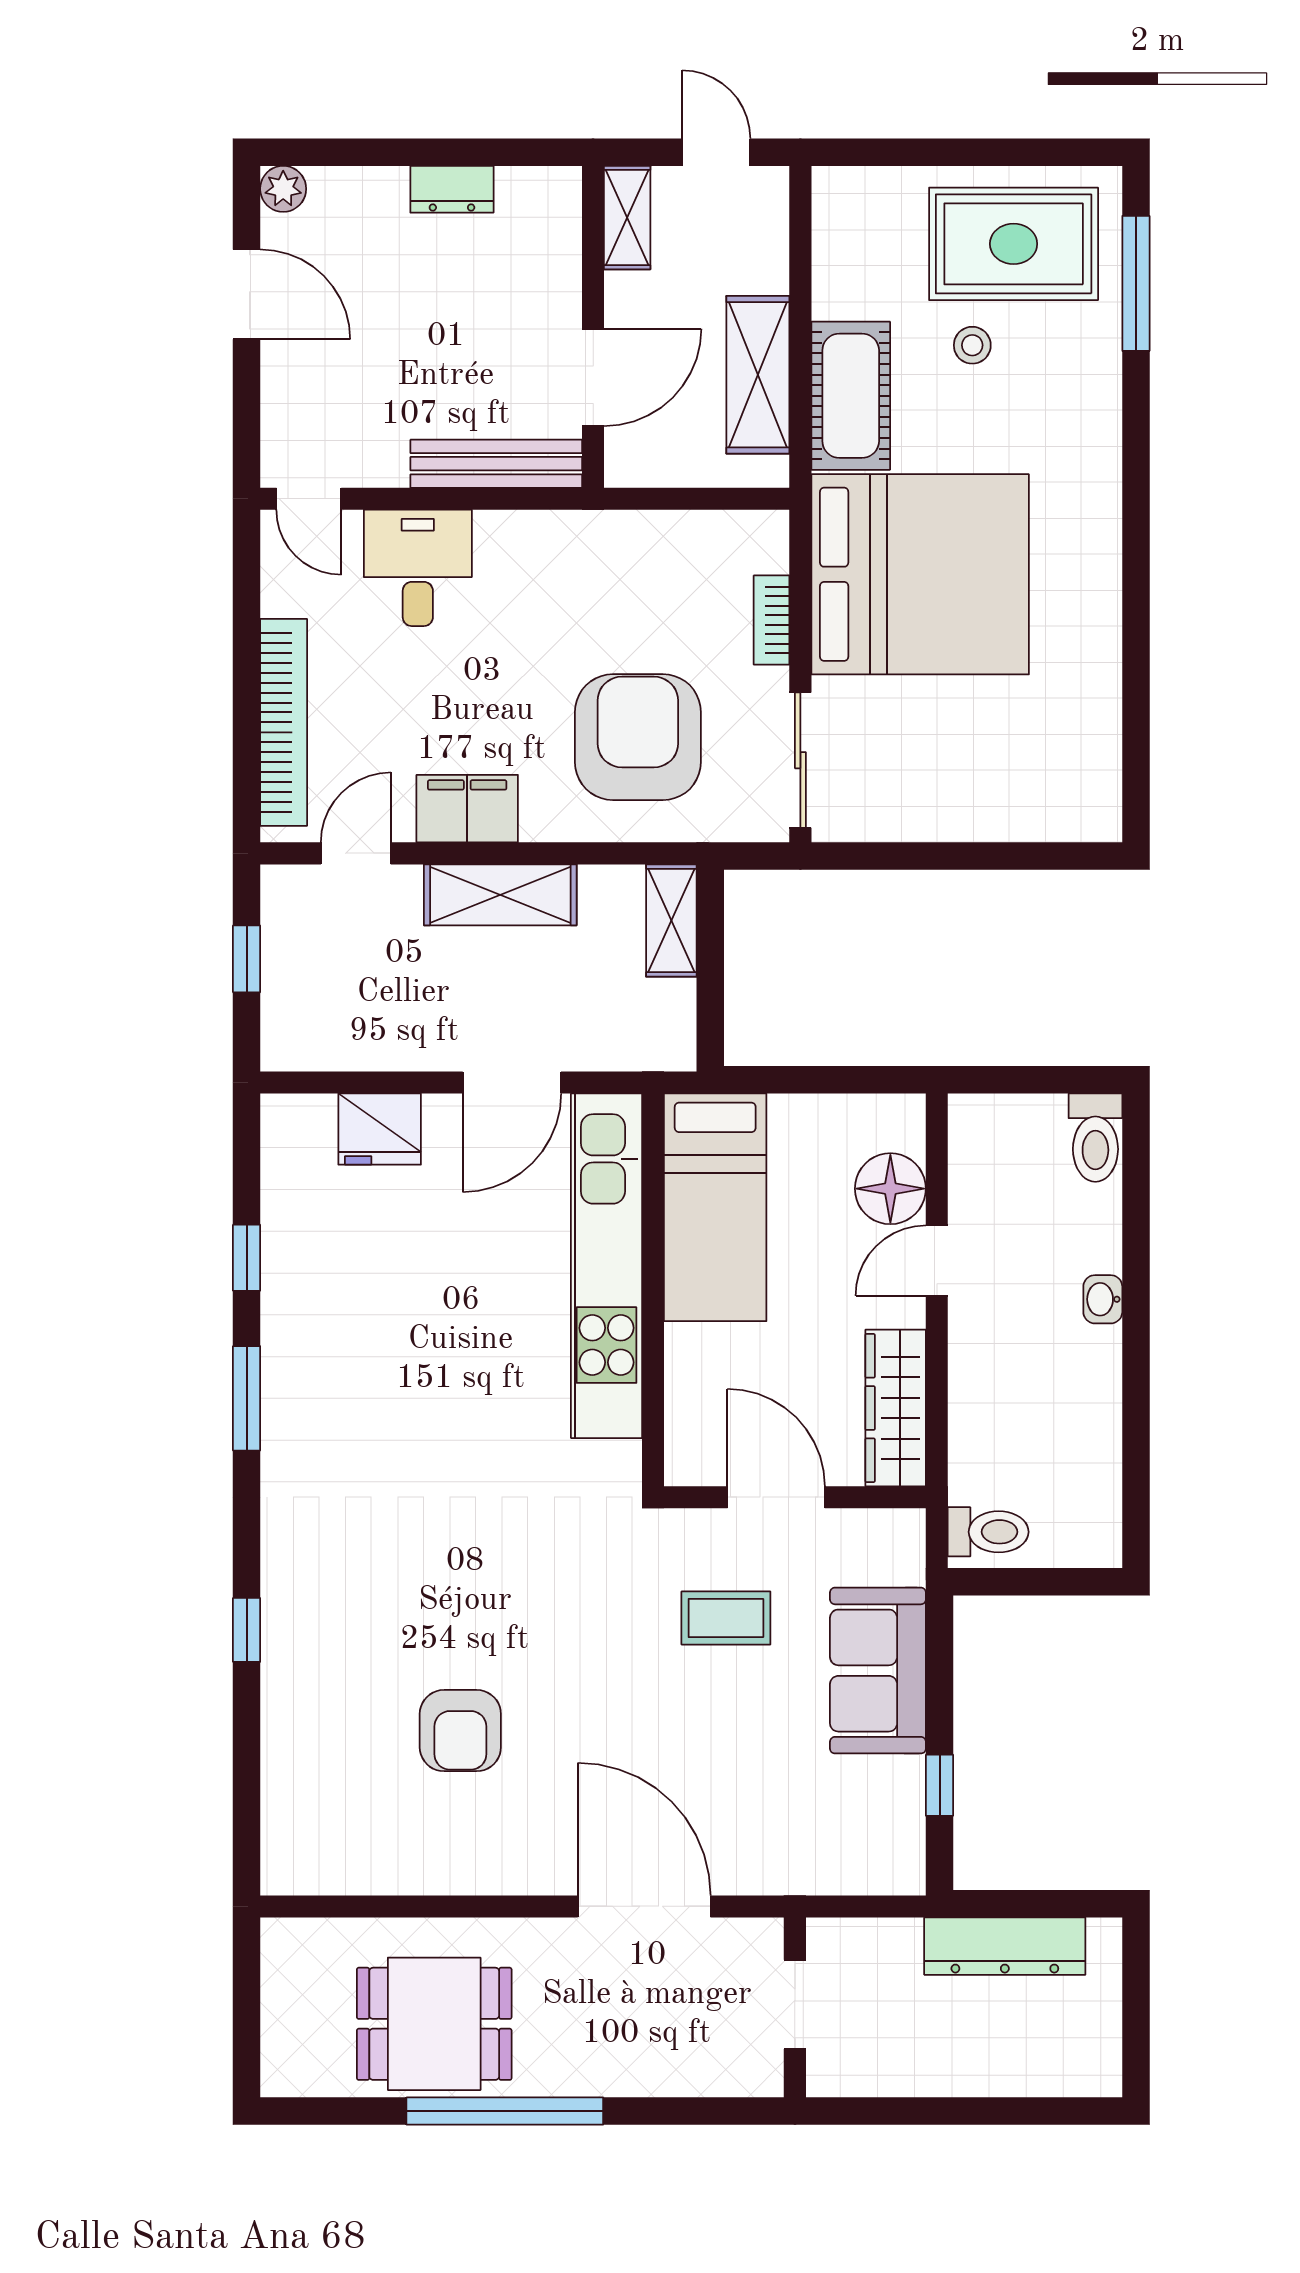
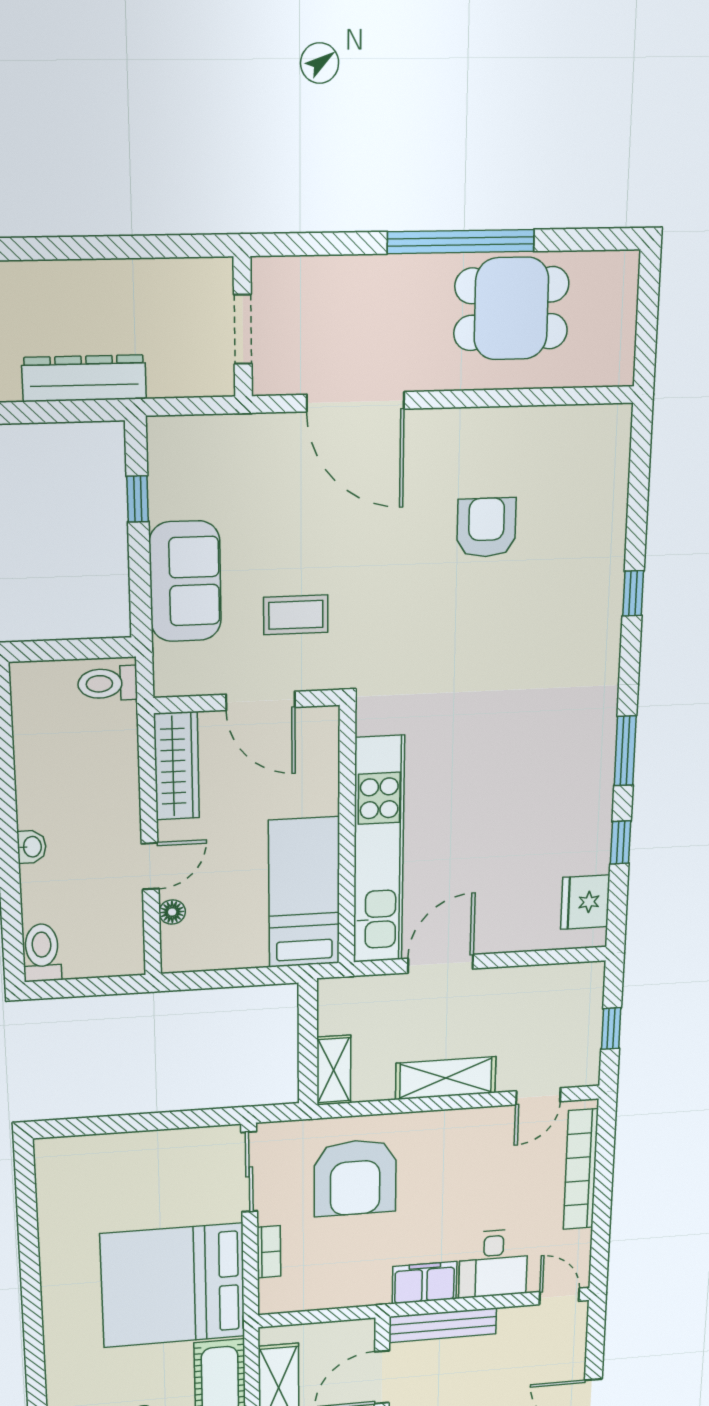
filing cabinet: (467, 809) -> (425, 1283), moved, turned 180
fridge: (380, 1129) -> (585, 902), moved, turned -90
floor lamp: (890, 1189) -> (172, 912), width x0.53, depth x0.53

